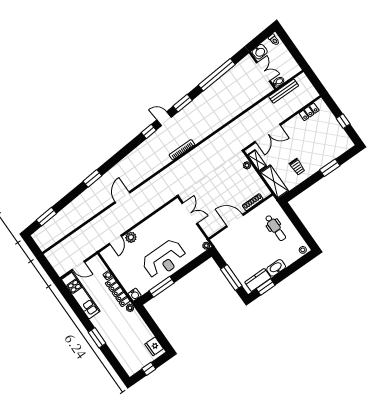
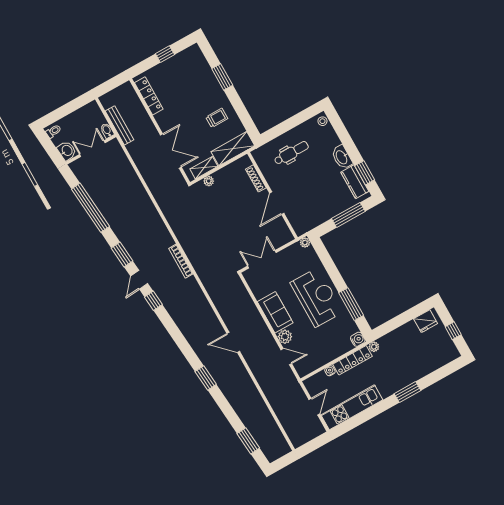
locker: (309, 112) -> (149, 96), width x1.53
sofa: (149, 228) -> (275, 312), added

